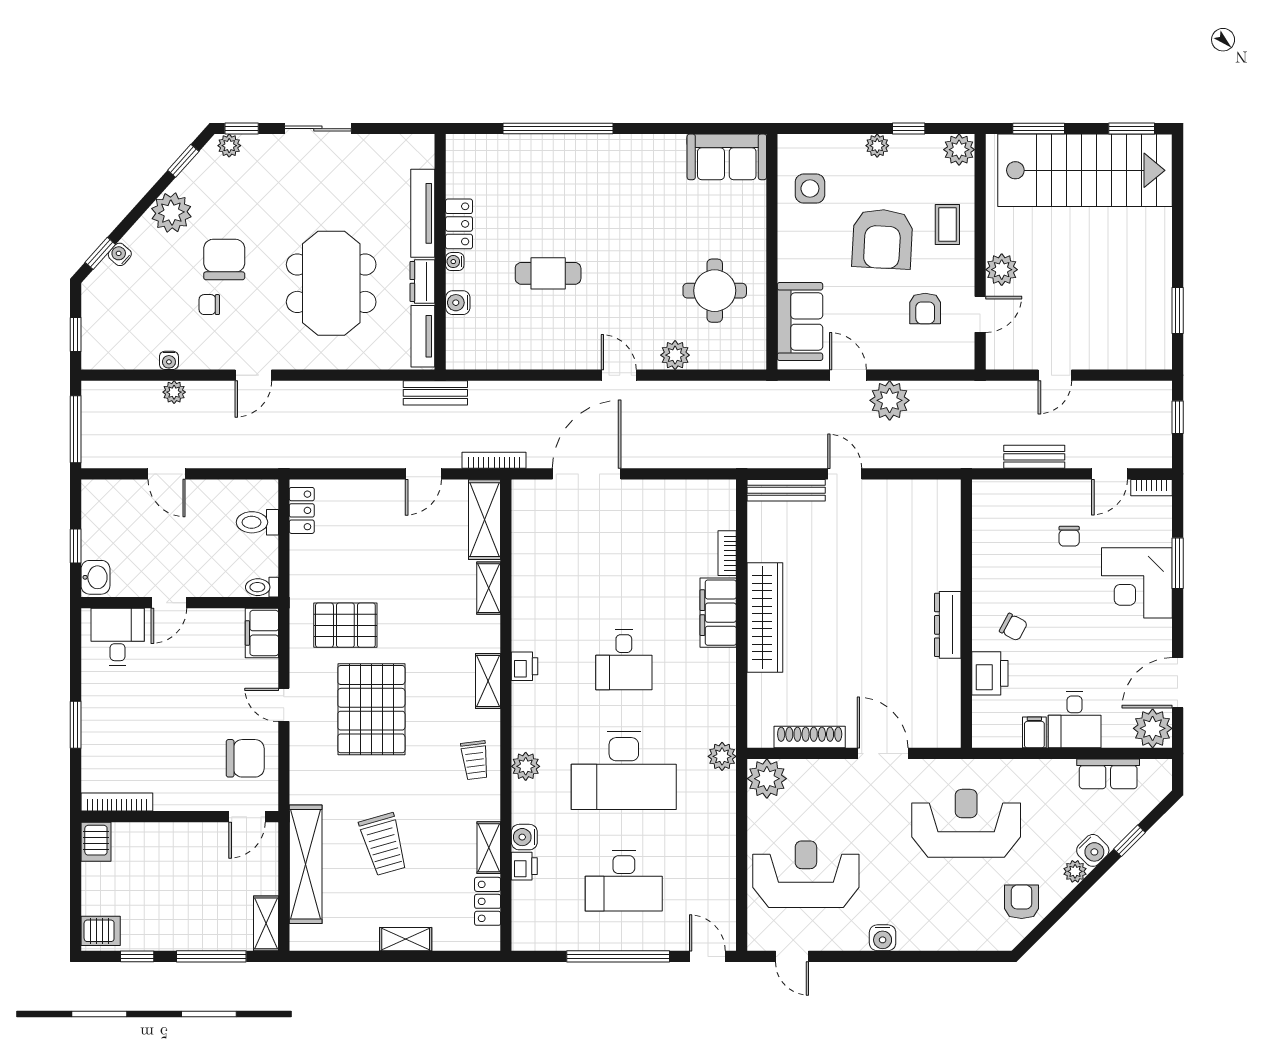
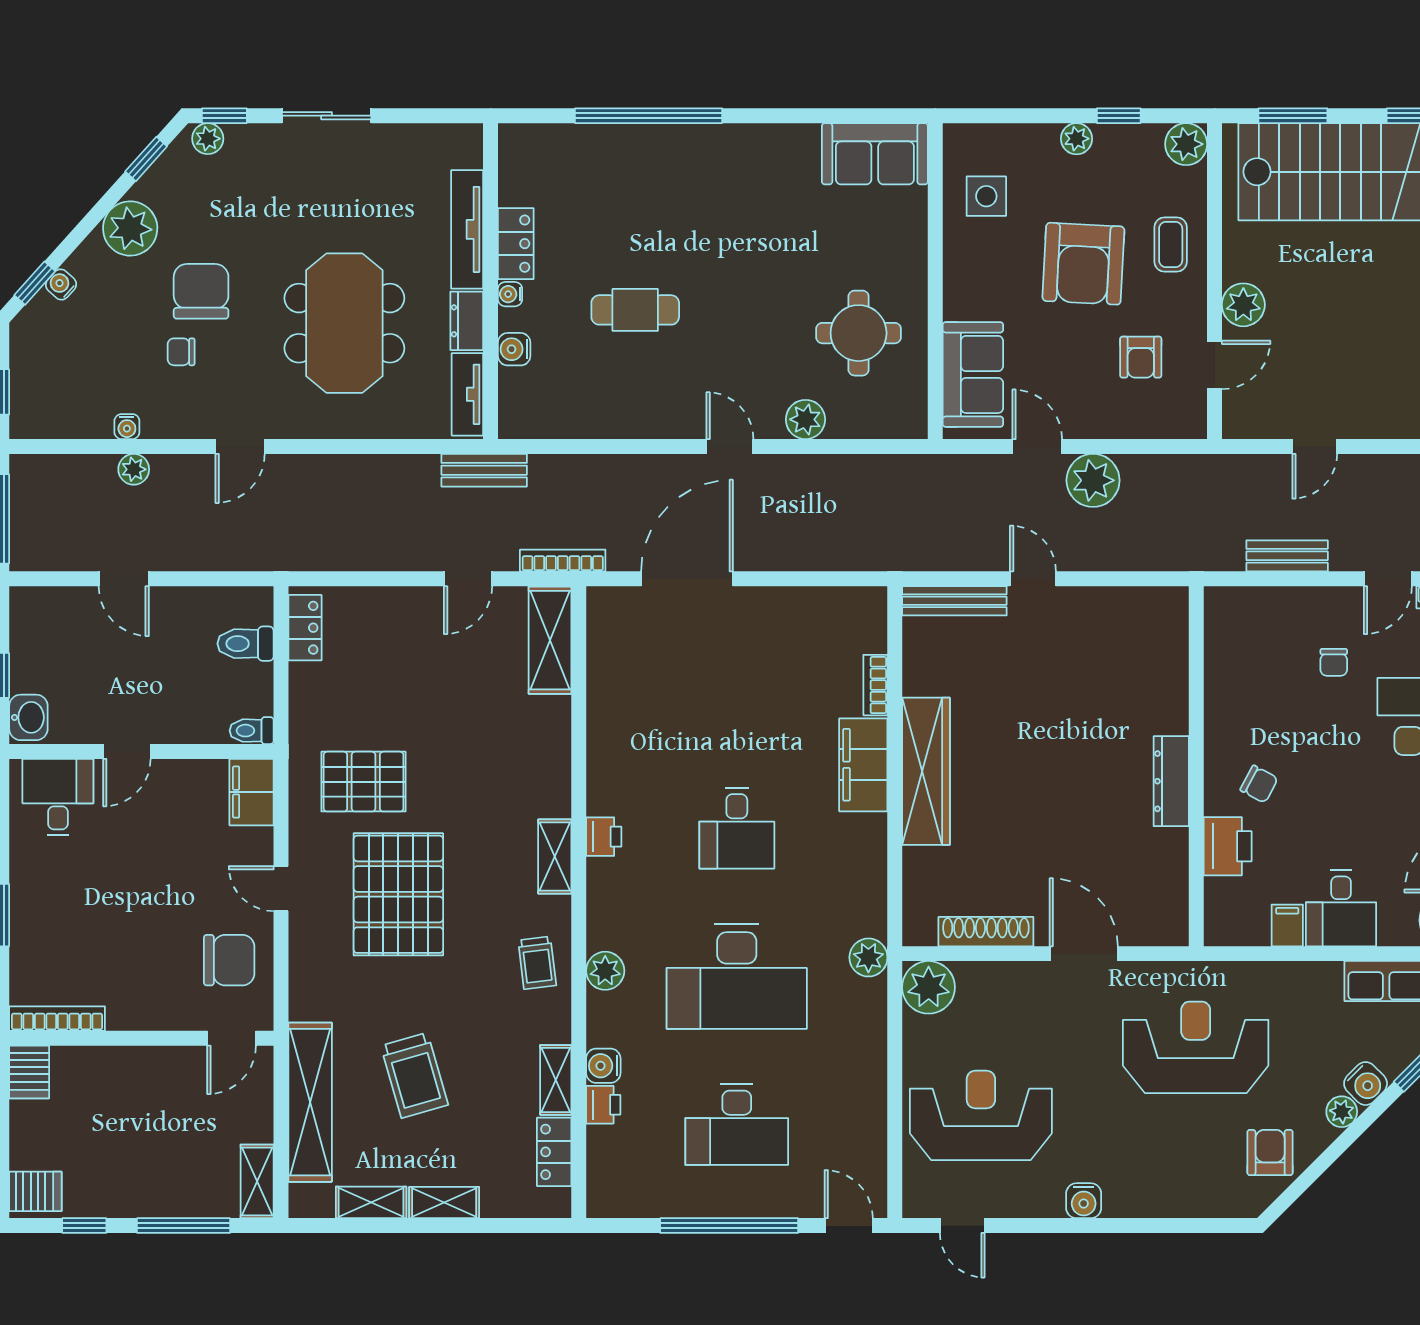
shelving: (489, 588) -> (371, 1202), moved, turned 90

